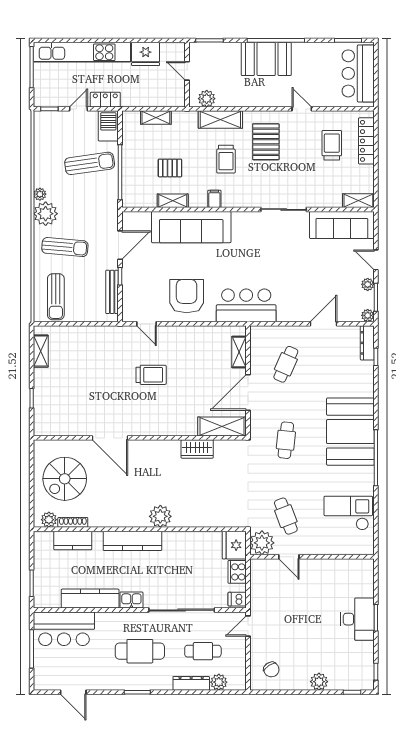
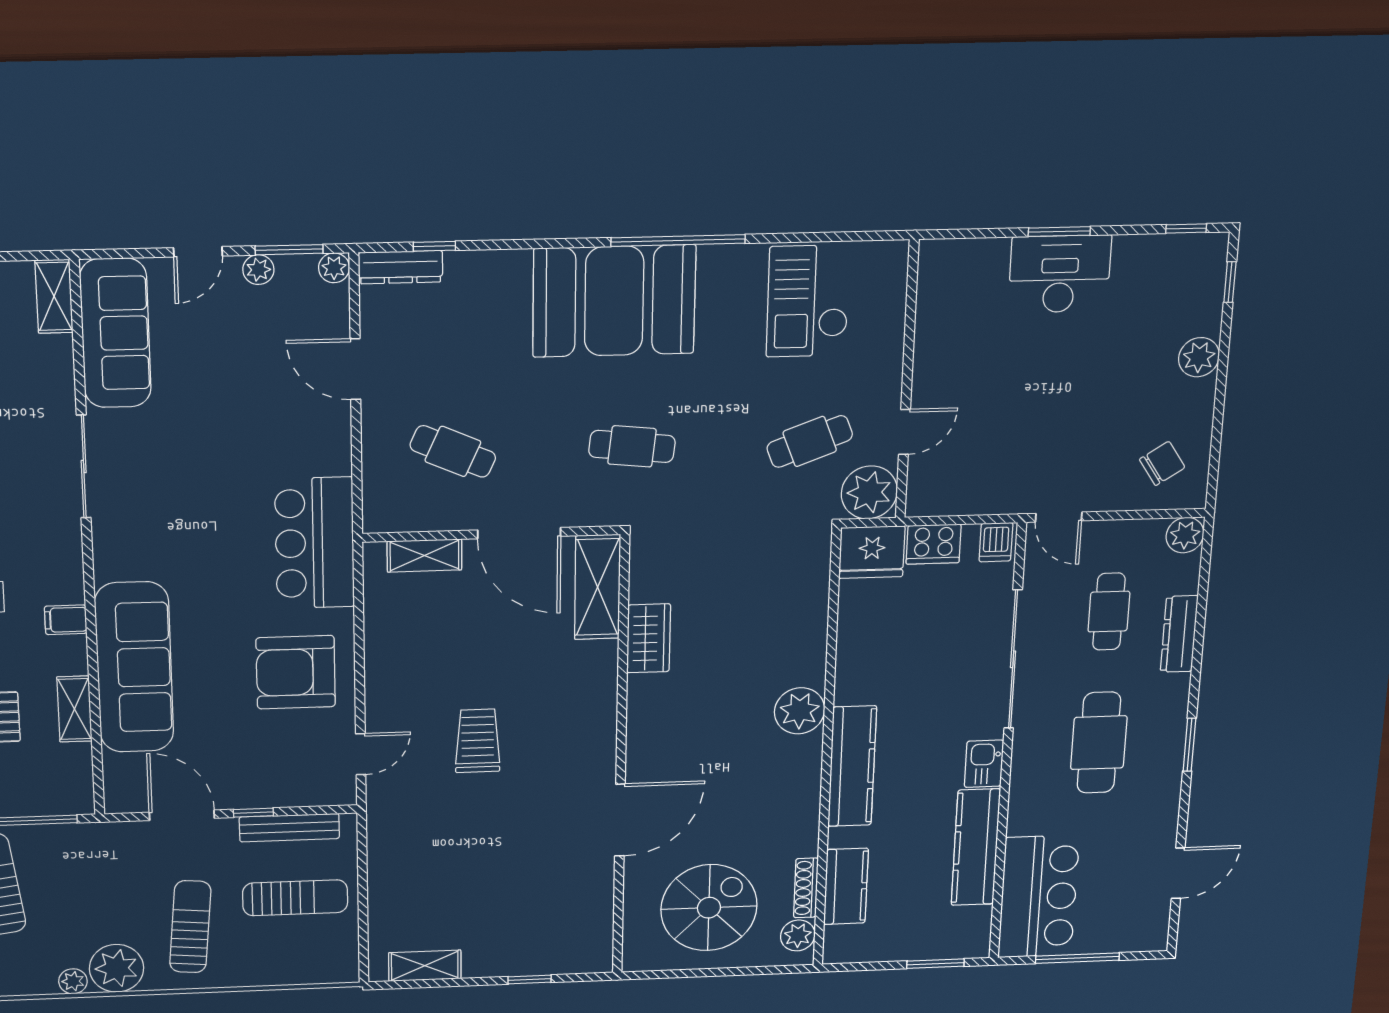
sun lounger: (56, 297) -> (295, 898), moved
spiral stairs: (65, 479) -> (709, 908), turned -90
plant: (219, 682) -> (1185, 535), moved

